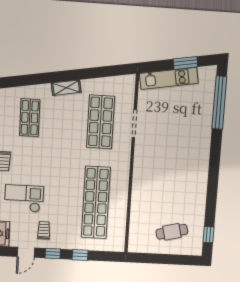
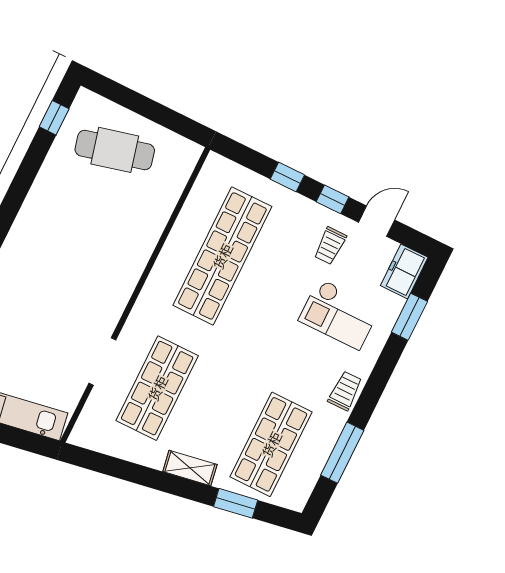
window: (35, 79) -> (236, 503), added
shop shelf: (30, 118) -> (271, 444), width x1.43, depth x1.36
cafe table: (172, 232) -> (115, 150), width x1.37, depth x1.35

